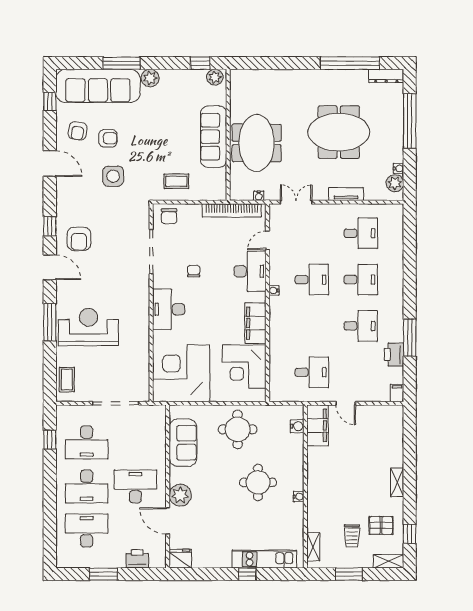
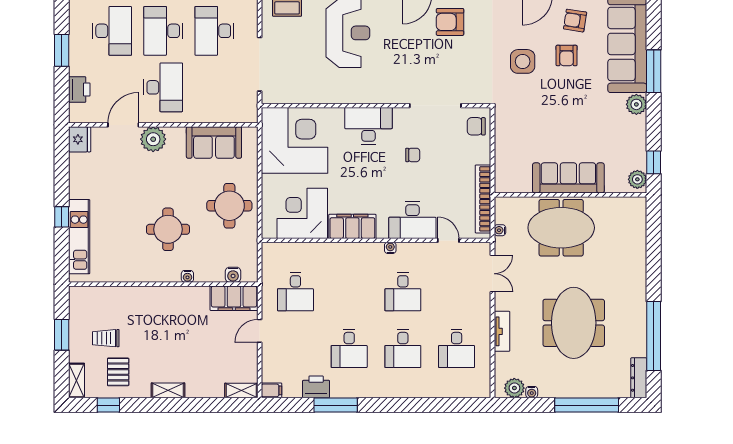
coffee table: (176, 181) -> (517, 135), removed
water cooler: (299, 497) -> (187, 276), moved
shelving: (313, 547) -> (241, 391), moved

